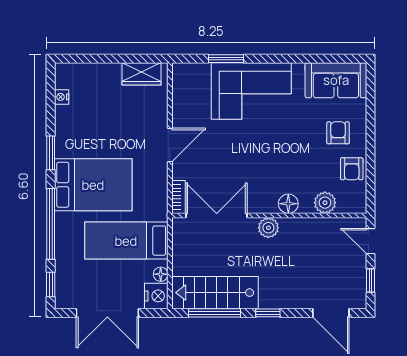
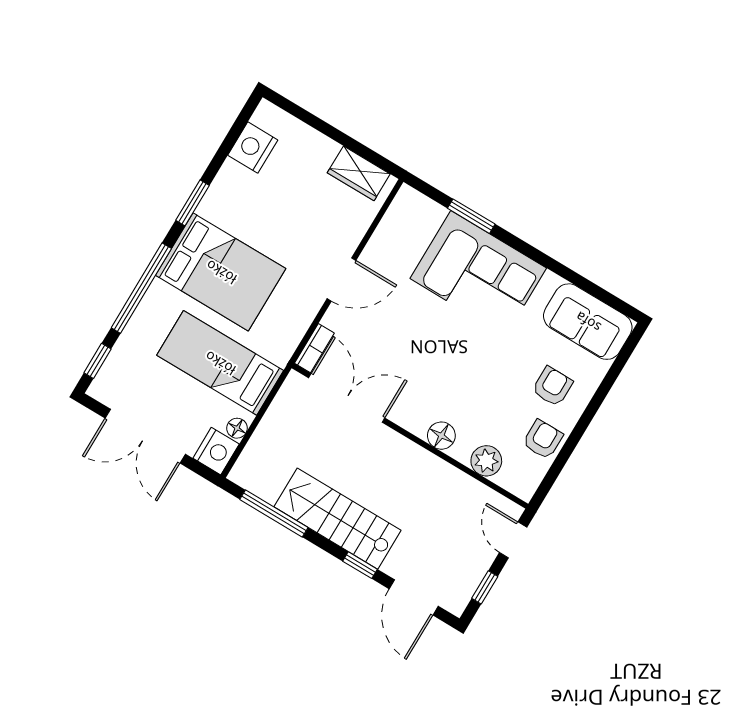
nightstand: (62, 97) -> (253, 148), width x1.89, depth x1.79
armchair: (352, 169) -> (543, 439), turned 180
plant: (268, 228) -> (400, 450), removed
stairs: (215, 293) -> (338, 519), moved
window: (268, 313) -> (360, 565), moved

